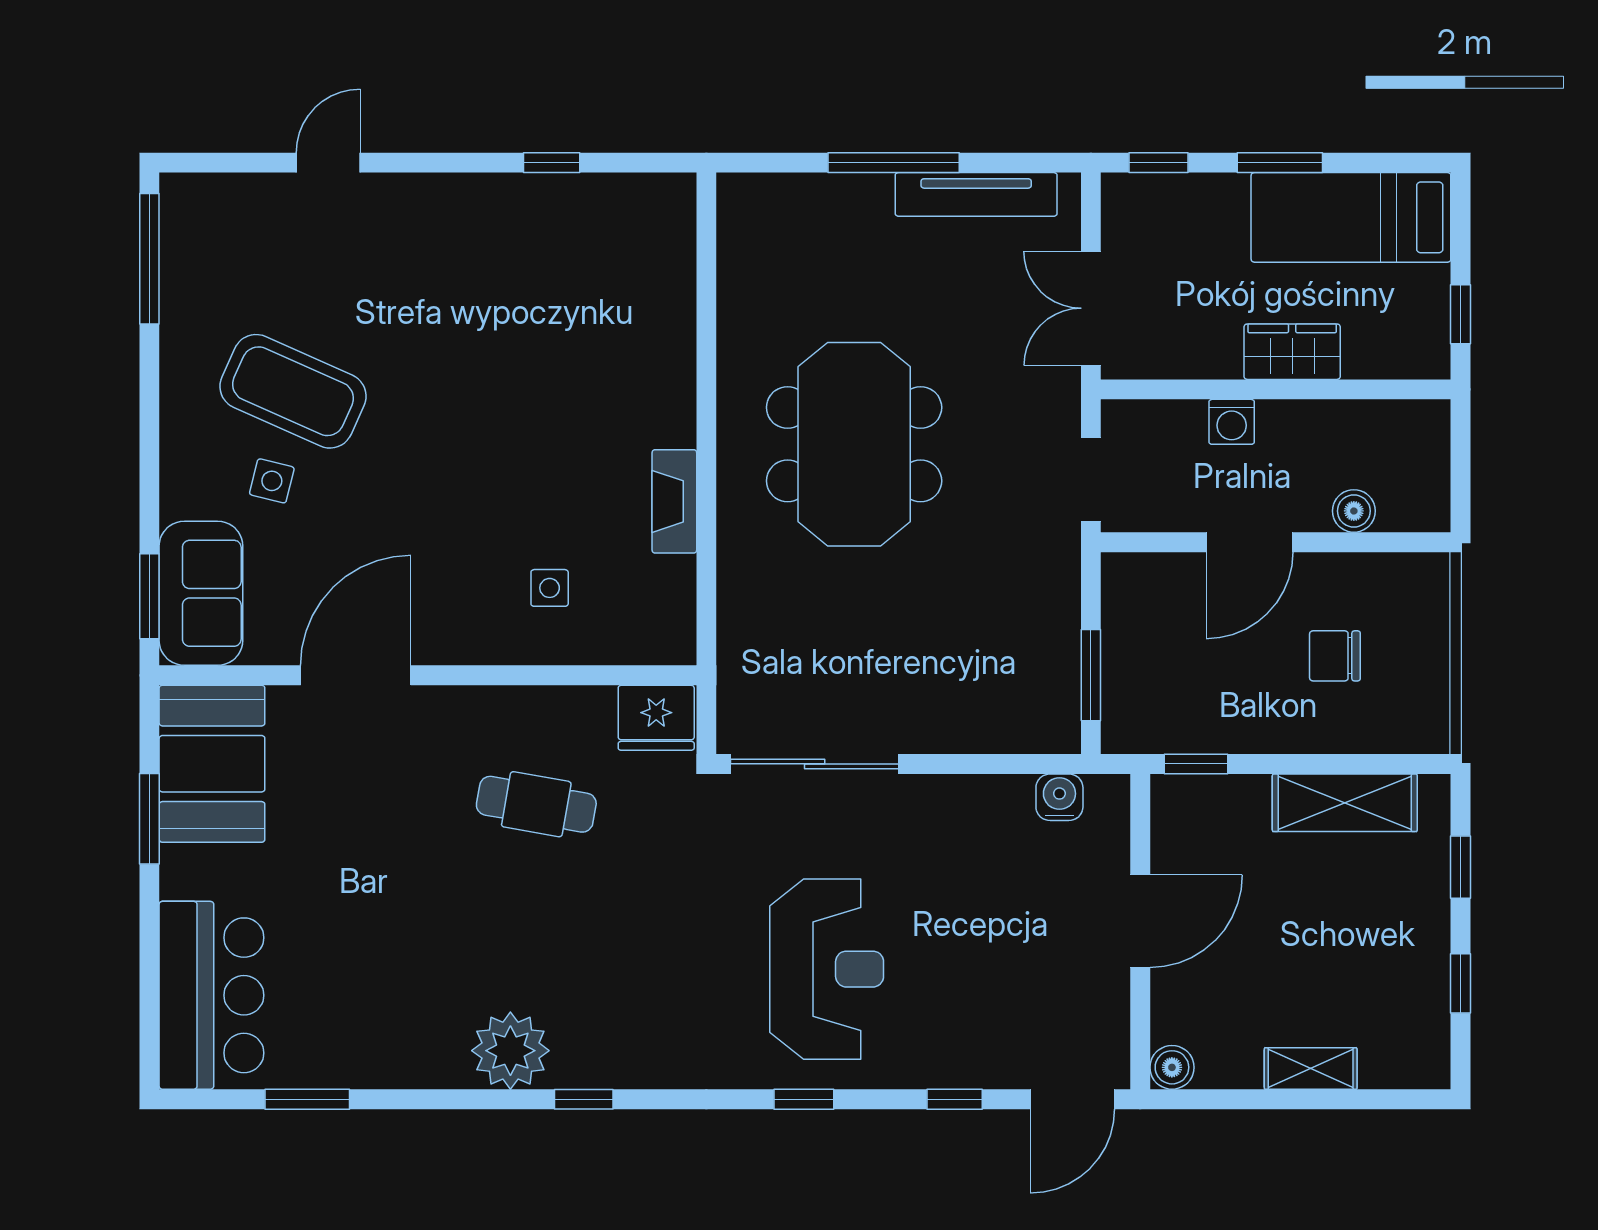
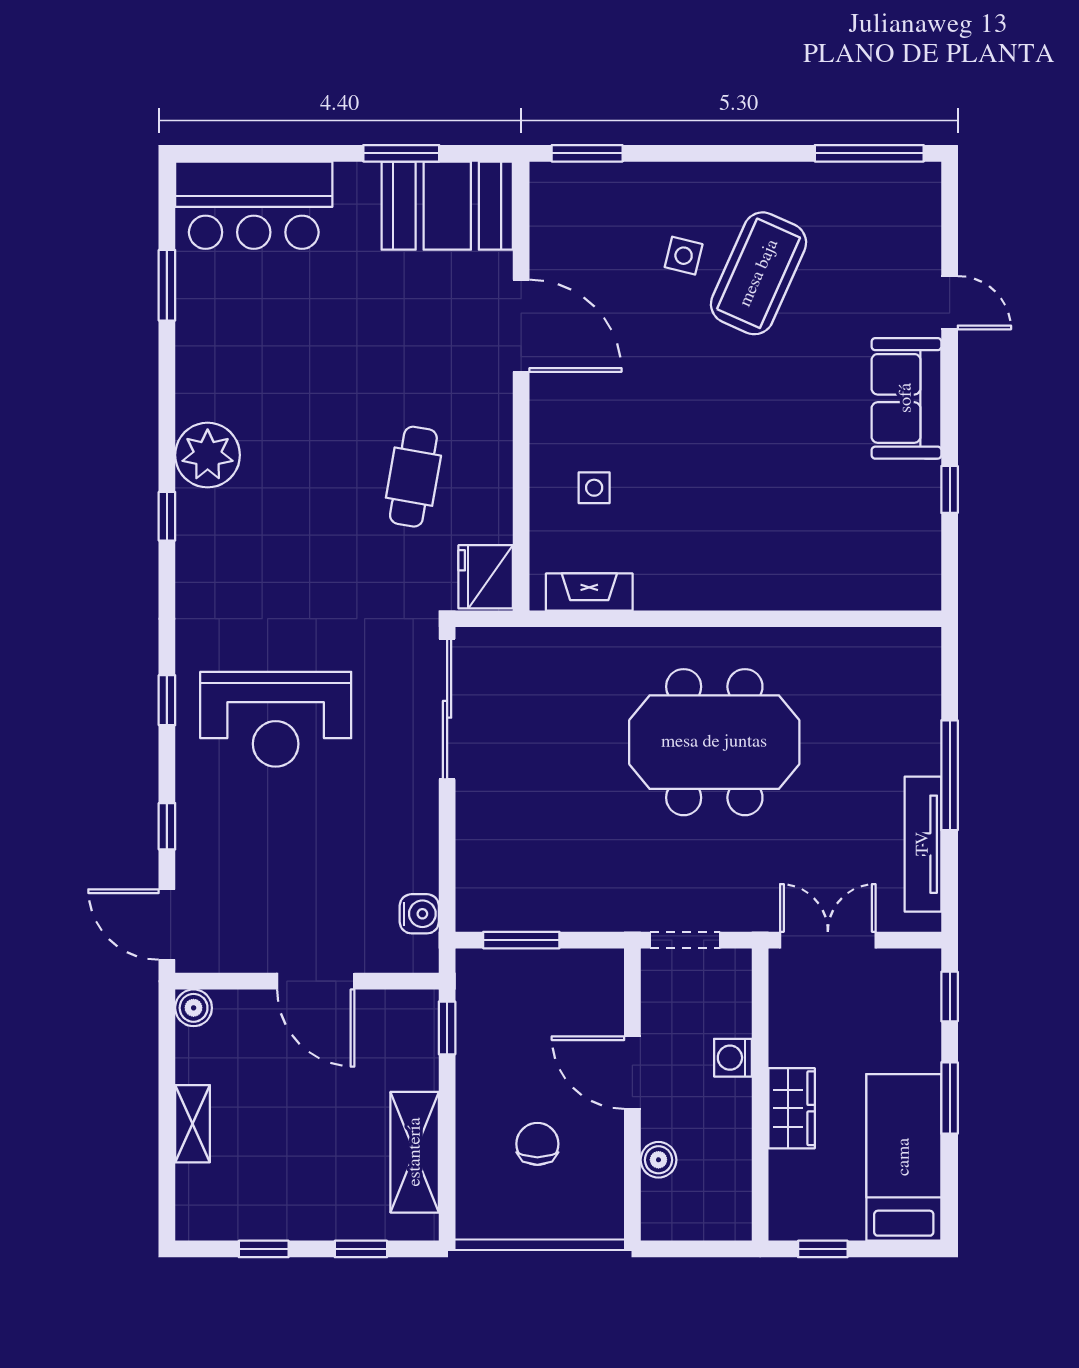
fireplace: (674, 501) -> (589, 592), moved
sofa: (201, 593) -> (906, 398), moved, turned 90

